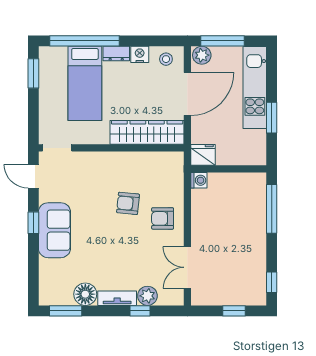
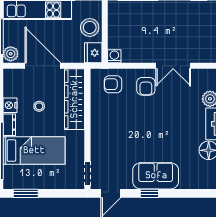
stool: (166, 59) -> (39, 106), moved
stool: (234, 151) -> (90, 27), added
armchair: (128, 203) -> (113, 84), moved, turned 84
double door: (187, 267) -> (173, 66), moved

